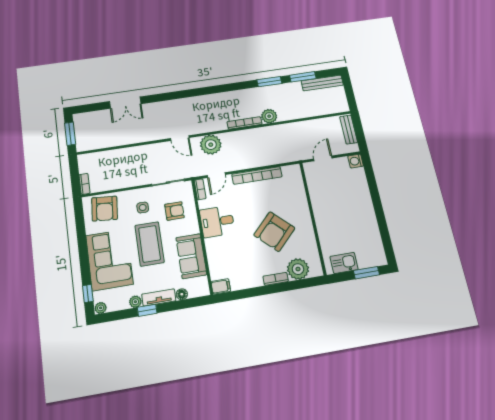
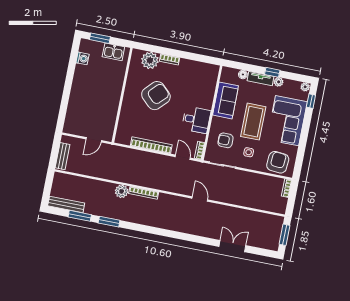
plant: (211, 145) -> (178, 184), removed
washing machine: (356, 161) -> (83, 58), moved
door: (216, 175) -> (183, 157), hinge flipped
filing cabinet: (221, 286) -> (212, 69), removed

